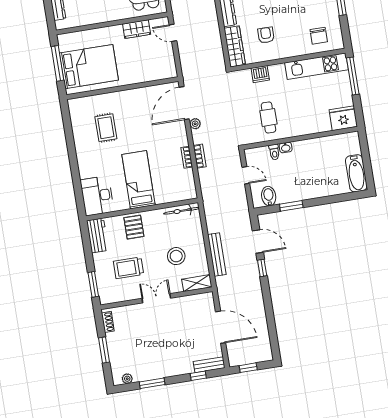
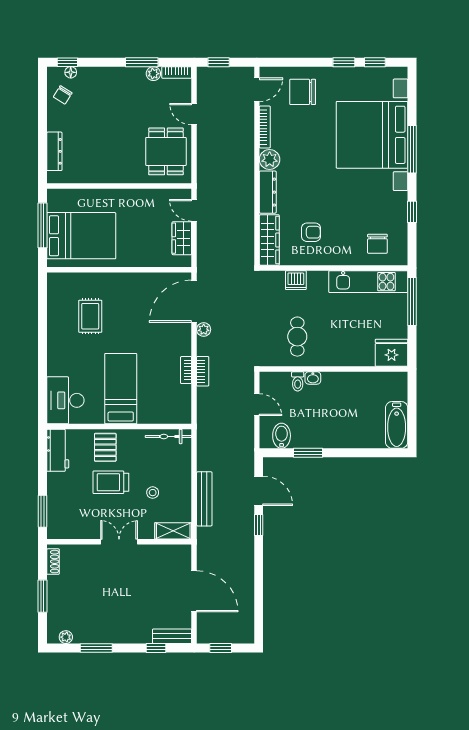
wardrobe: (137, 29) -> (182, 238), moved, turned 90
armchair: (266, 35) -> (311, 232), turned 90
stool: (176, 256) -> (153, 493), width x0.53, depth x0.53
trolley: (129, 268) -> (111, 482), moved

